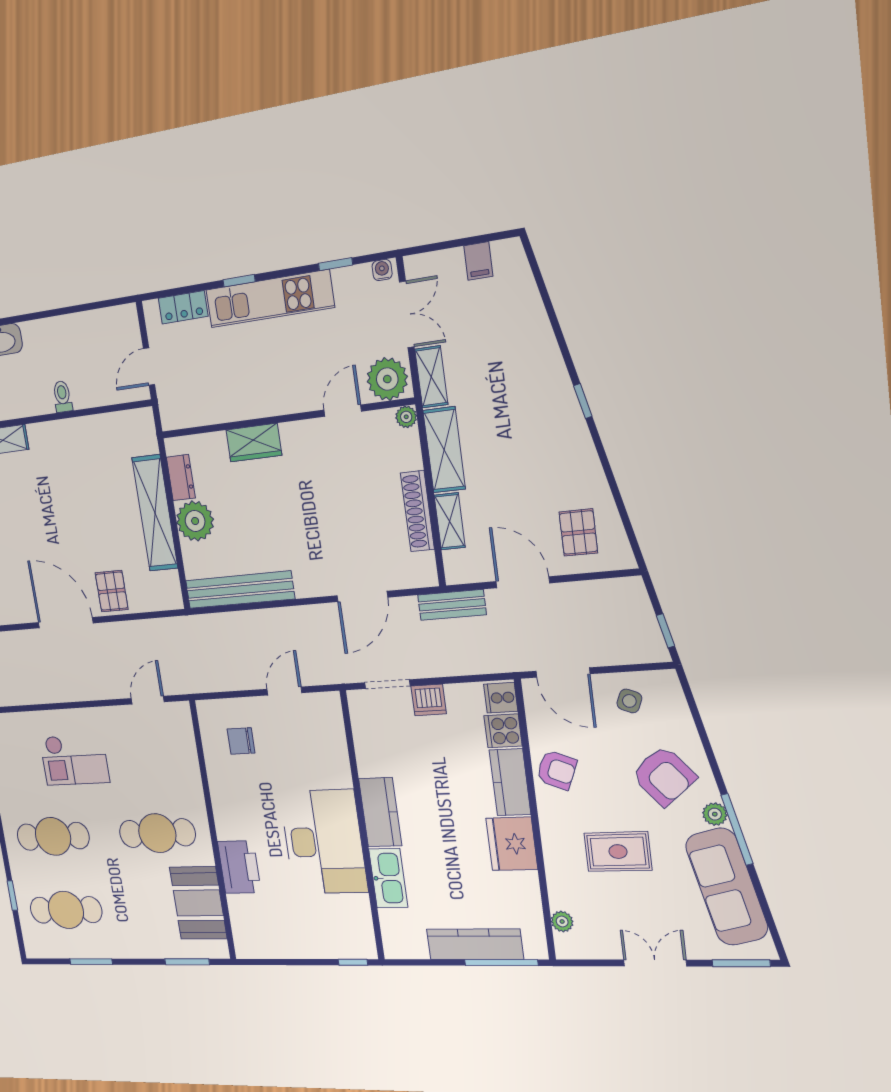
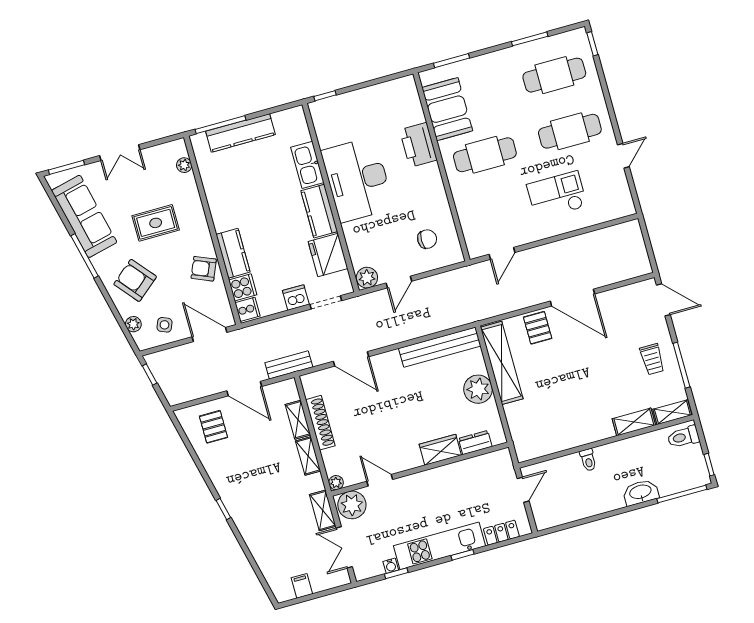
water cooler: (382, 270) -> (391, 566), moved
door: (343, 411) -> (380, 480), swing flipped
shelving: (444, 450) -> (308, 456), width x0.67, depth x0.75
dresser: (181, 478) -> (475, 443), moved, turned 90
shelving: (155, 513) -> (502, 363), moved
door: (362, 596) -> (351, 359), swing flipped
plant: (327, 706) -> (367, 278), added
plant: (715, 814) -> (133, 324), moved
fridge: (512, 844) -> (328, 255), moved, turned 180
window: (12, 895) -> (592, 44), moved

